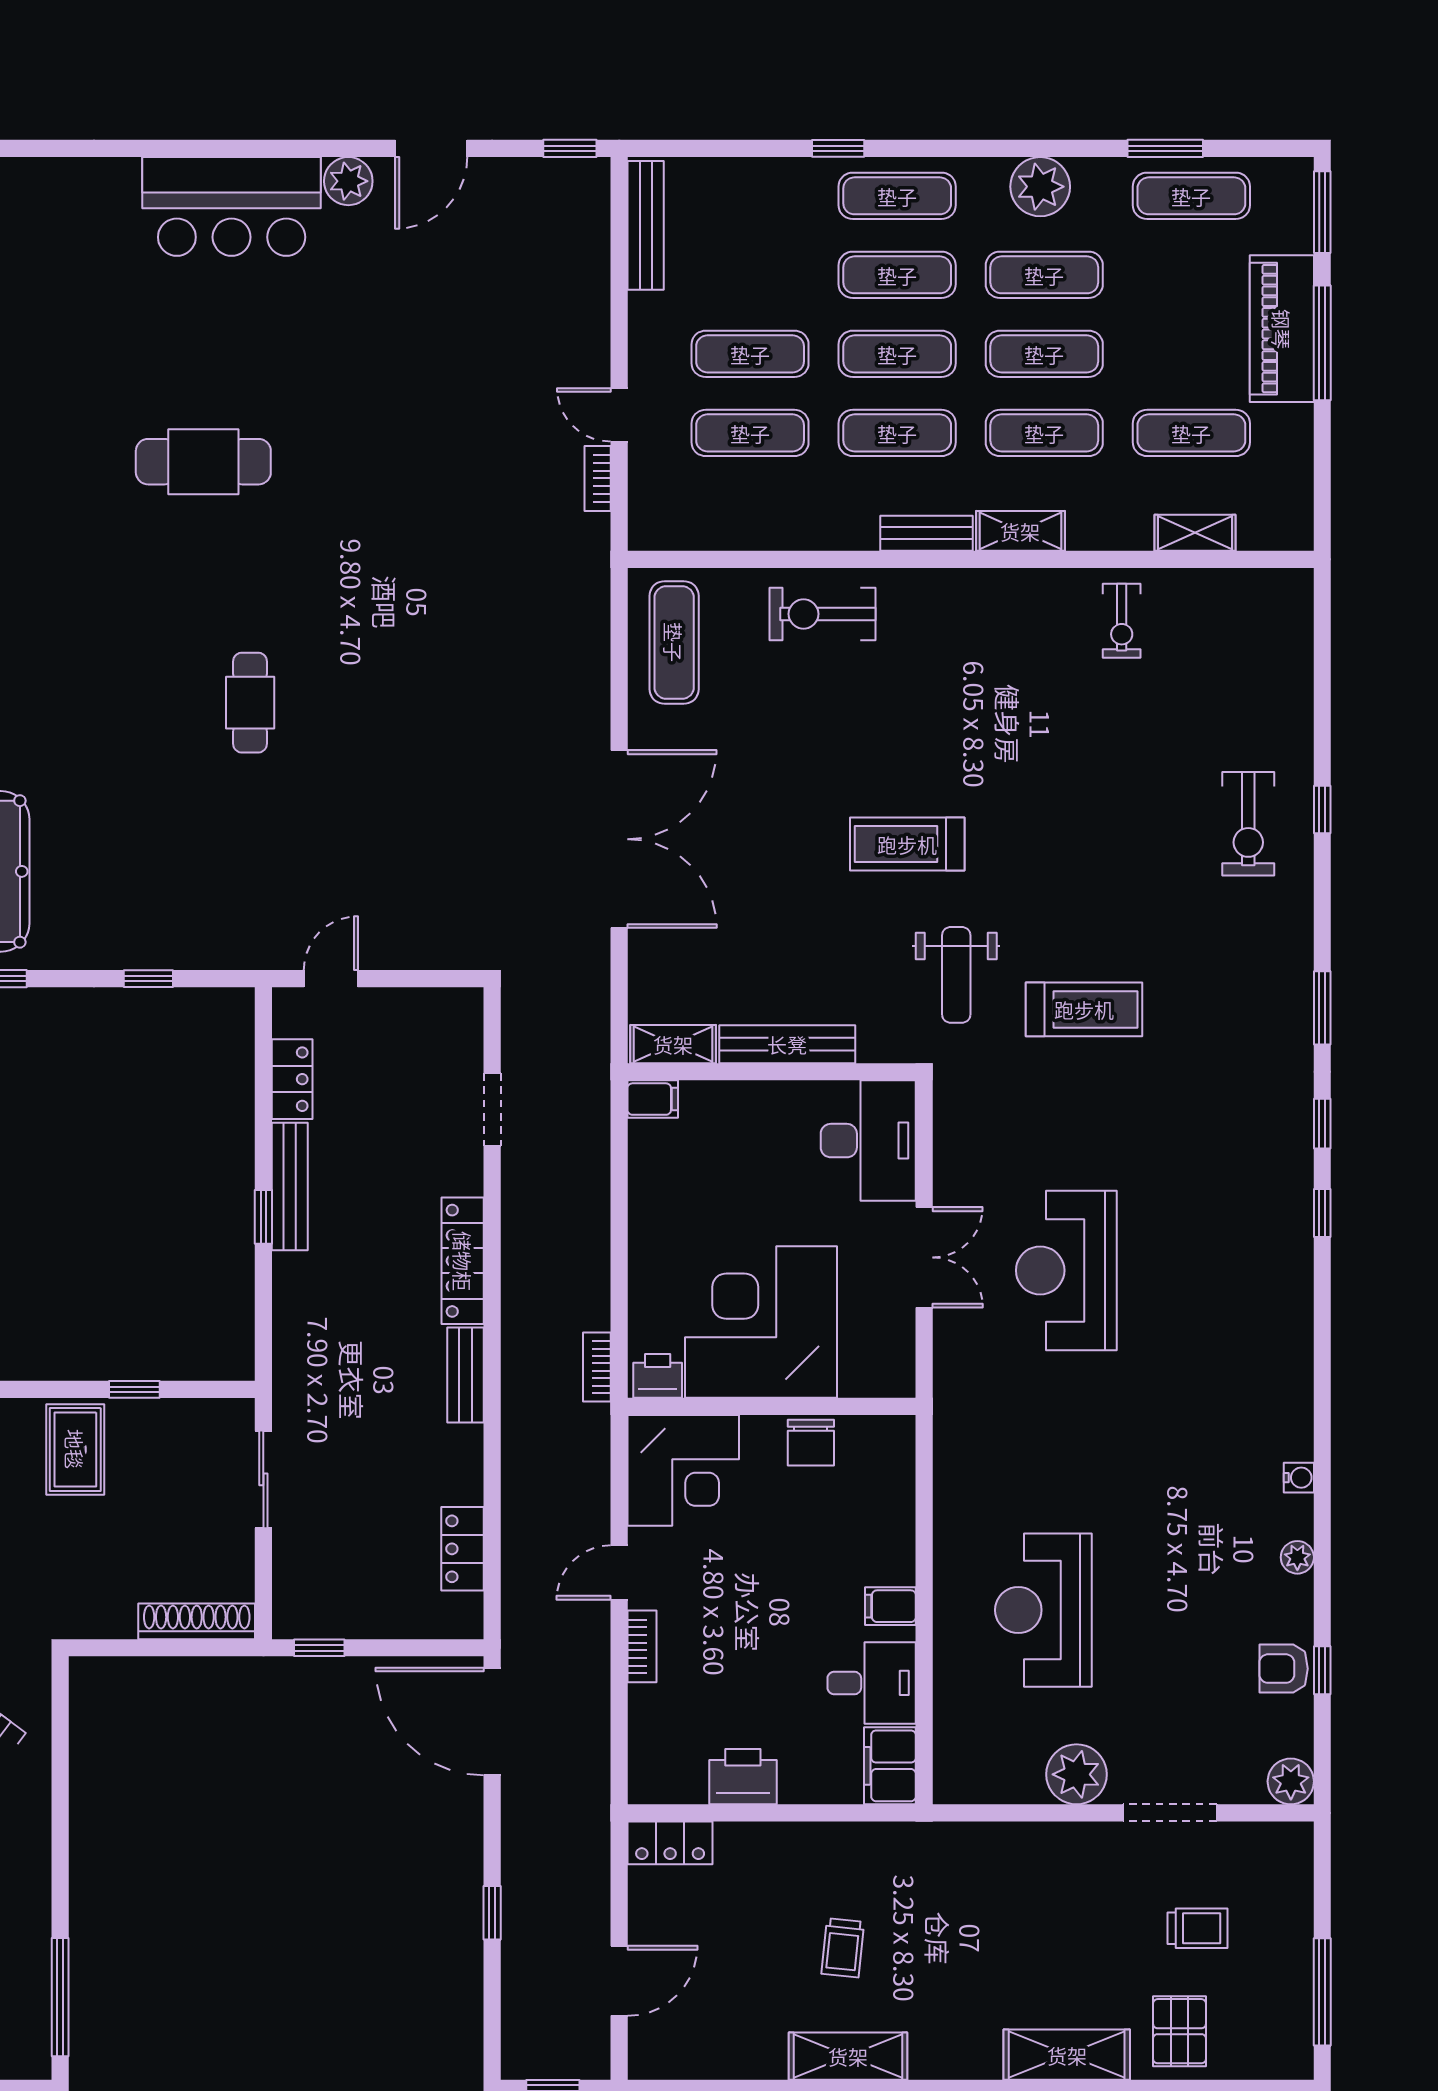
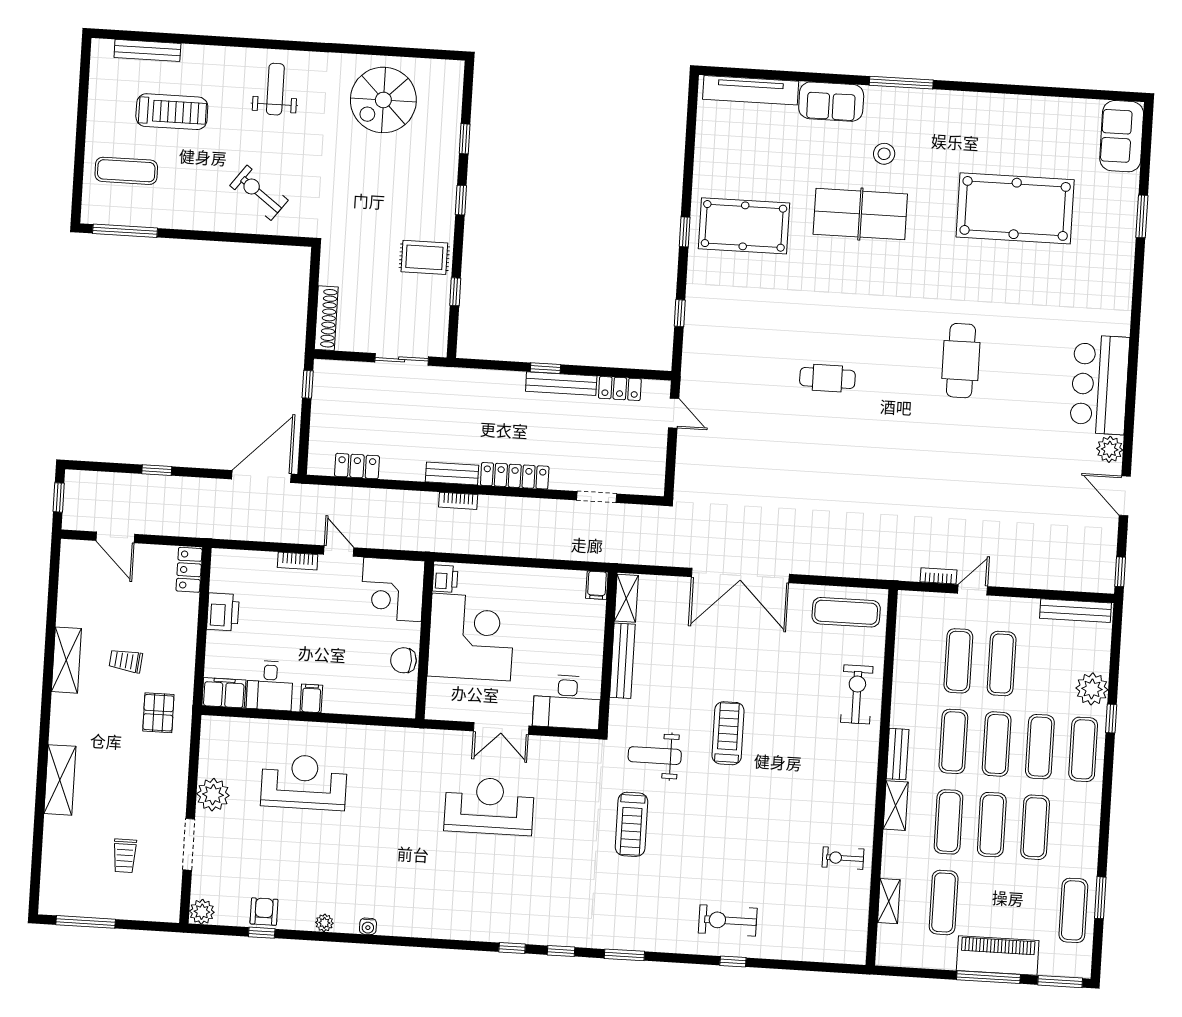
plant: (1040, 187) -> (1092, 689), moved
bookcase: (597, 1367) -> (458, 501), moved, turned 180
pallet: (1179, 2031) -> (158, 713), moved, turned 90

